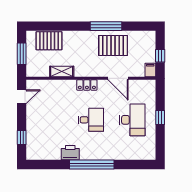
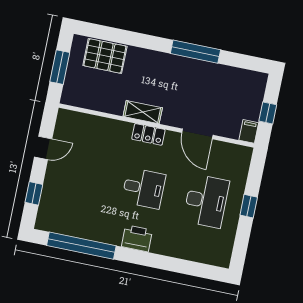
pallet: (113, 45) -> (200, 83), removed
shelving: (62, 72) -> (143, 112), moved
door: (22, 97) -> (43, 148), moved
printer: (70, 153) -> (137, 238), moved
window: (92, 165) -> (81, 246), moved

